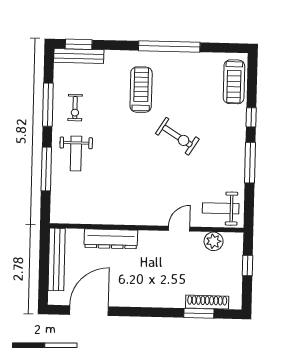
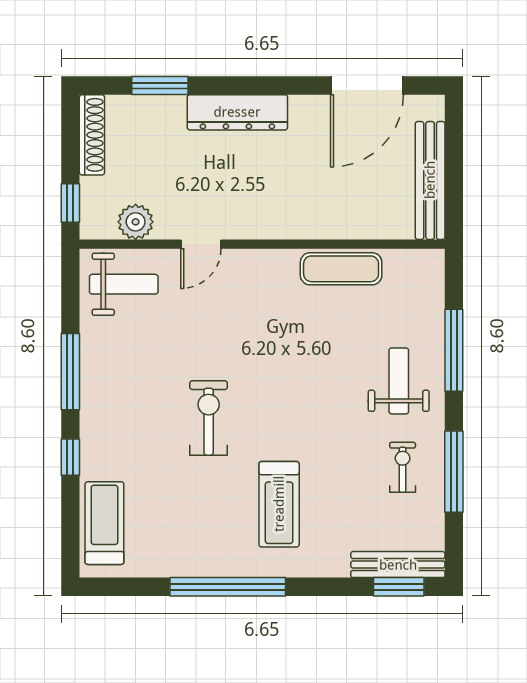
exercise bike: (177, 136) -> (209, 418), turned 58
exercise mat: (105, 214) -> (341, 269), added
dresser: (111, 239) -> (237, 112), moved, turned 180
window: (248, 266) -> (70, 203), moved
shoe rack: (207, 302) -> (92, 135), moved, turned -90

